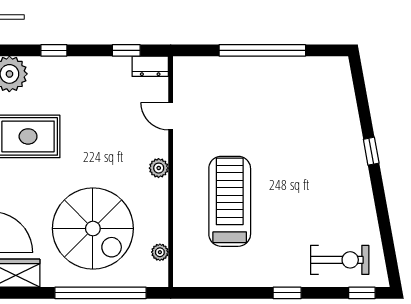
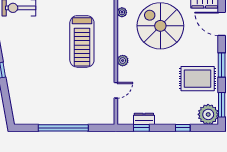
dresser: (150, 66) -> (144, 119), moved
door: (171, 116) -> (116, 90), hinge flipped

